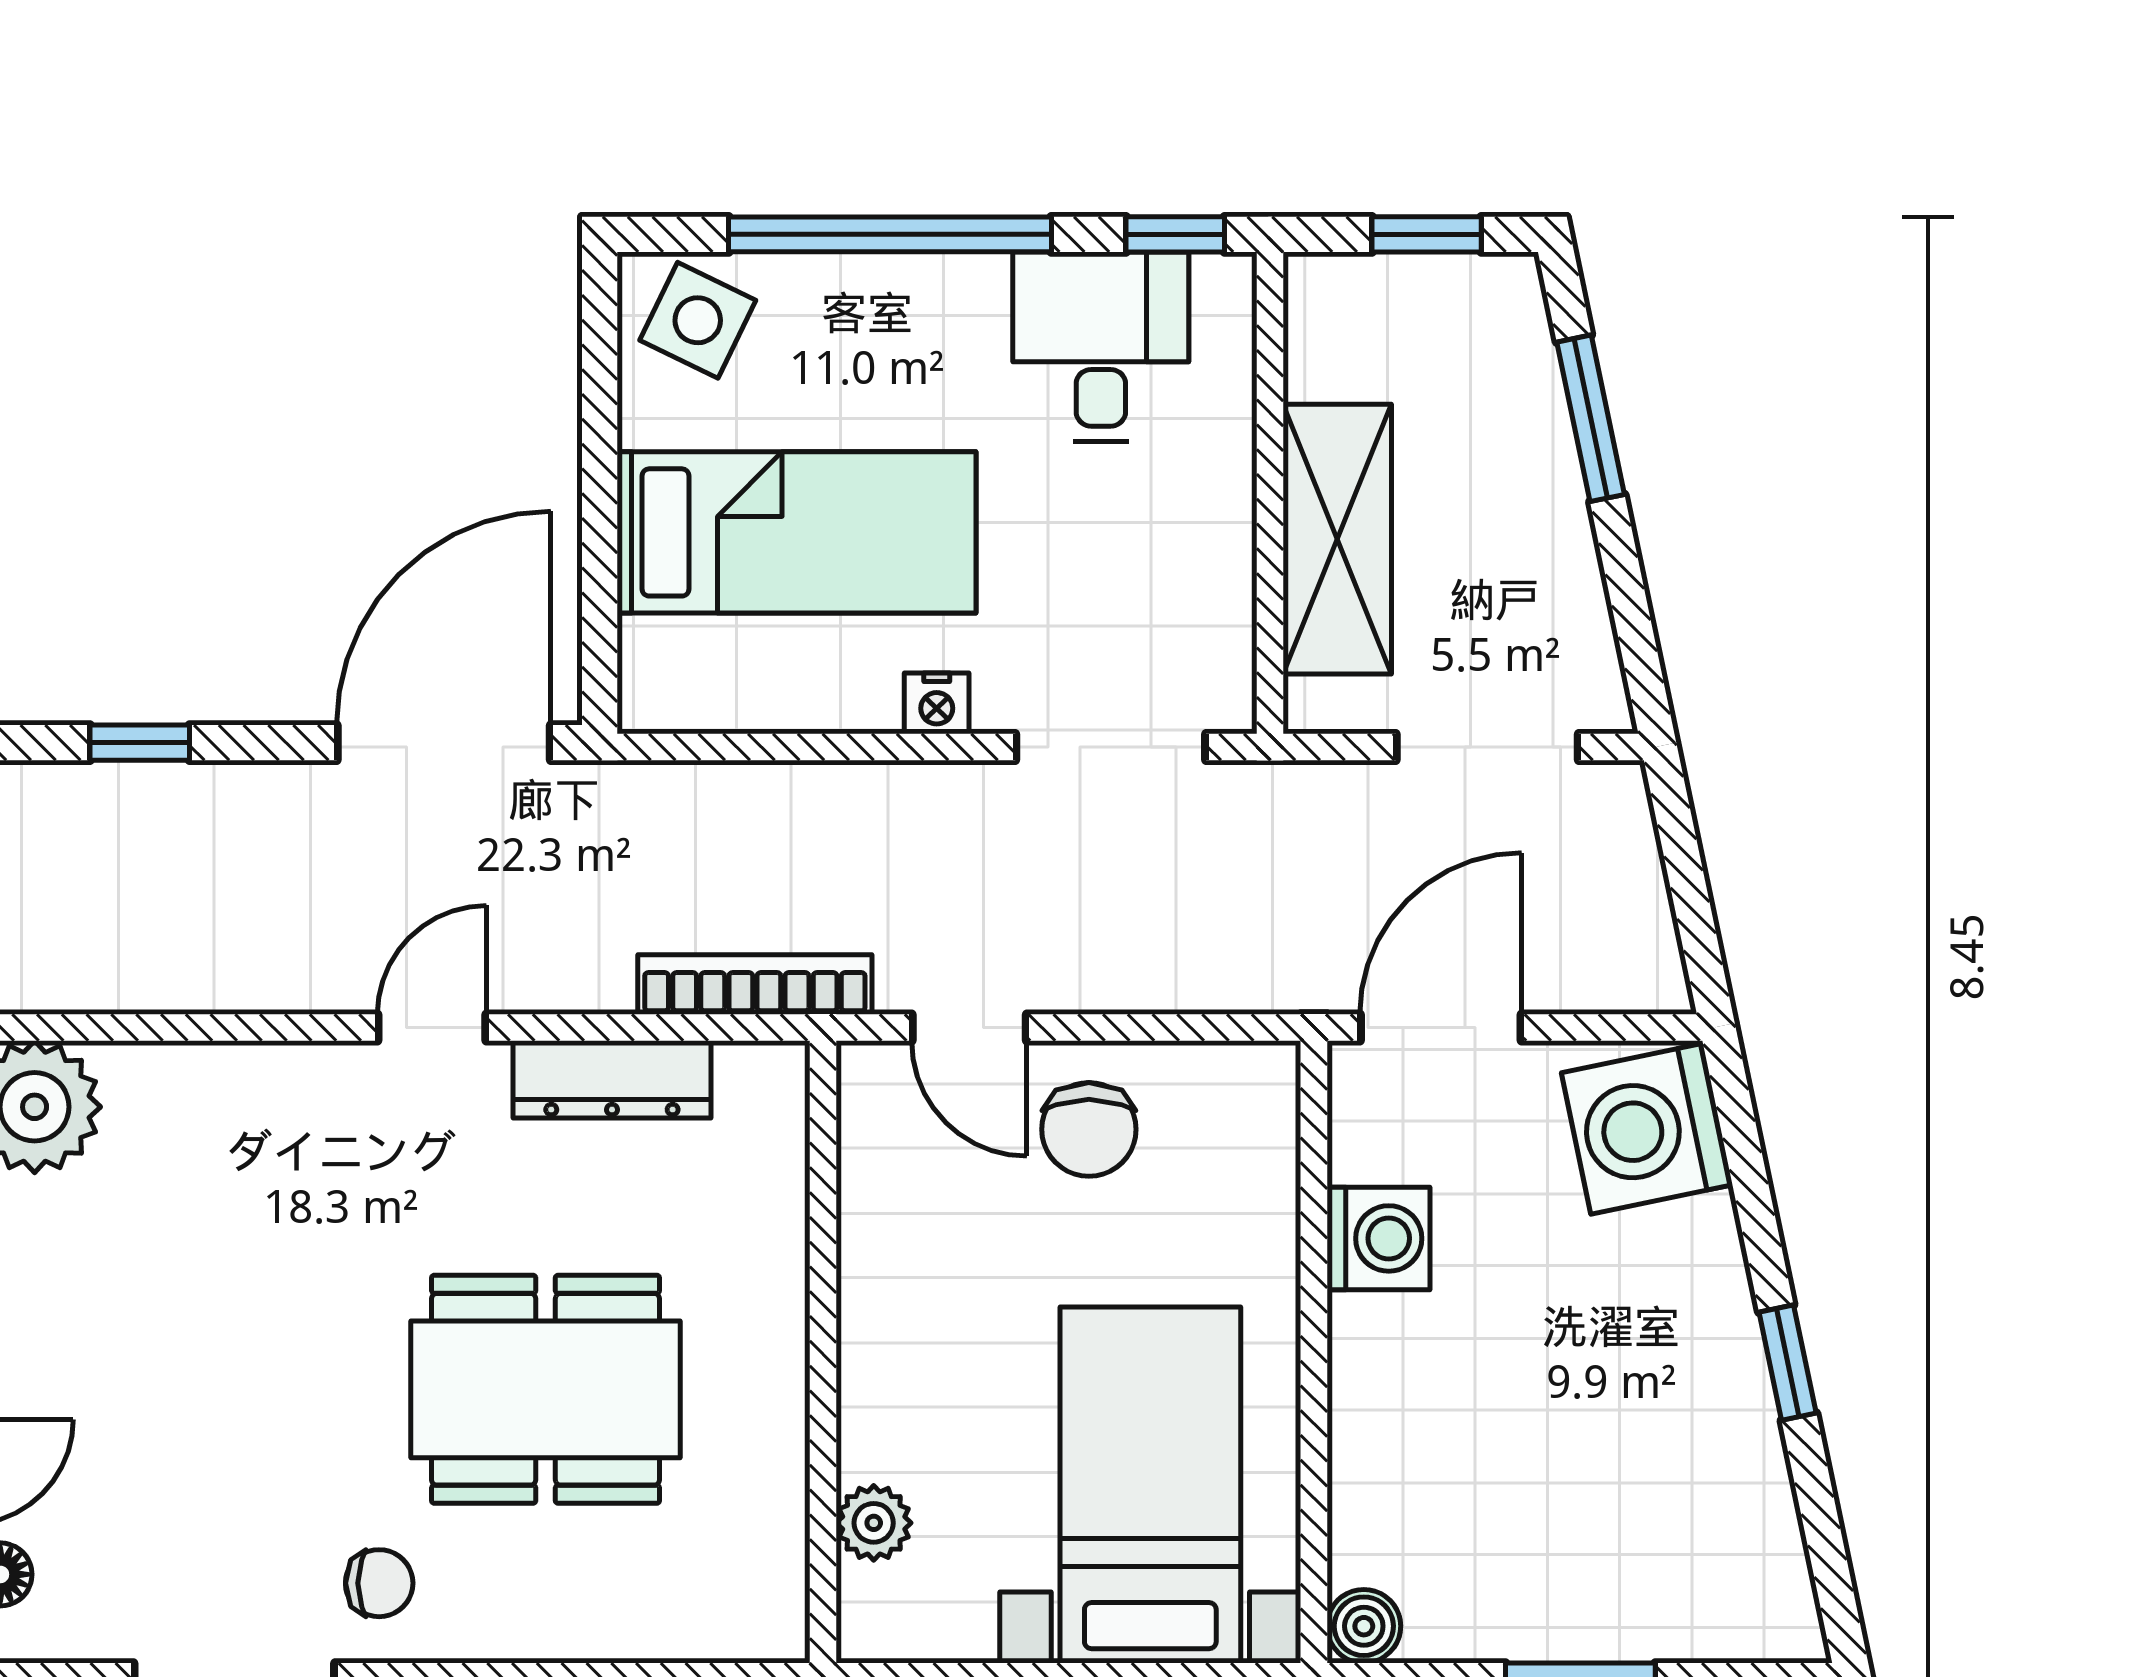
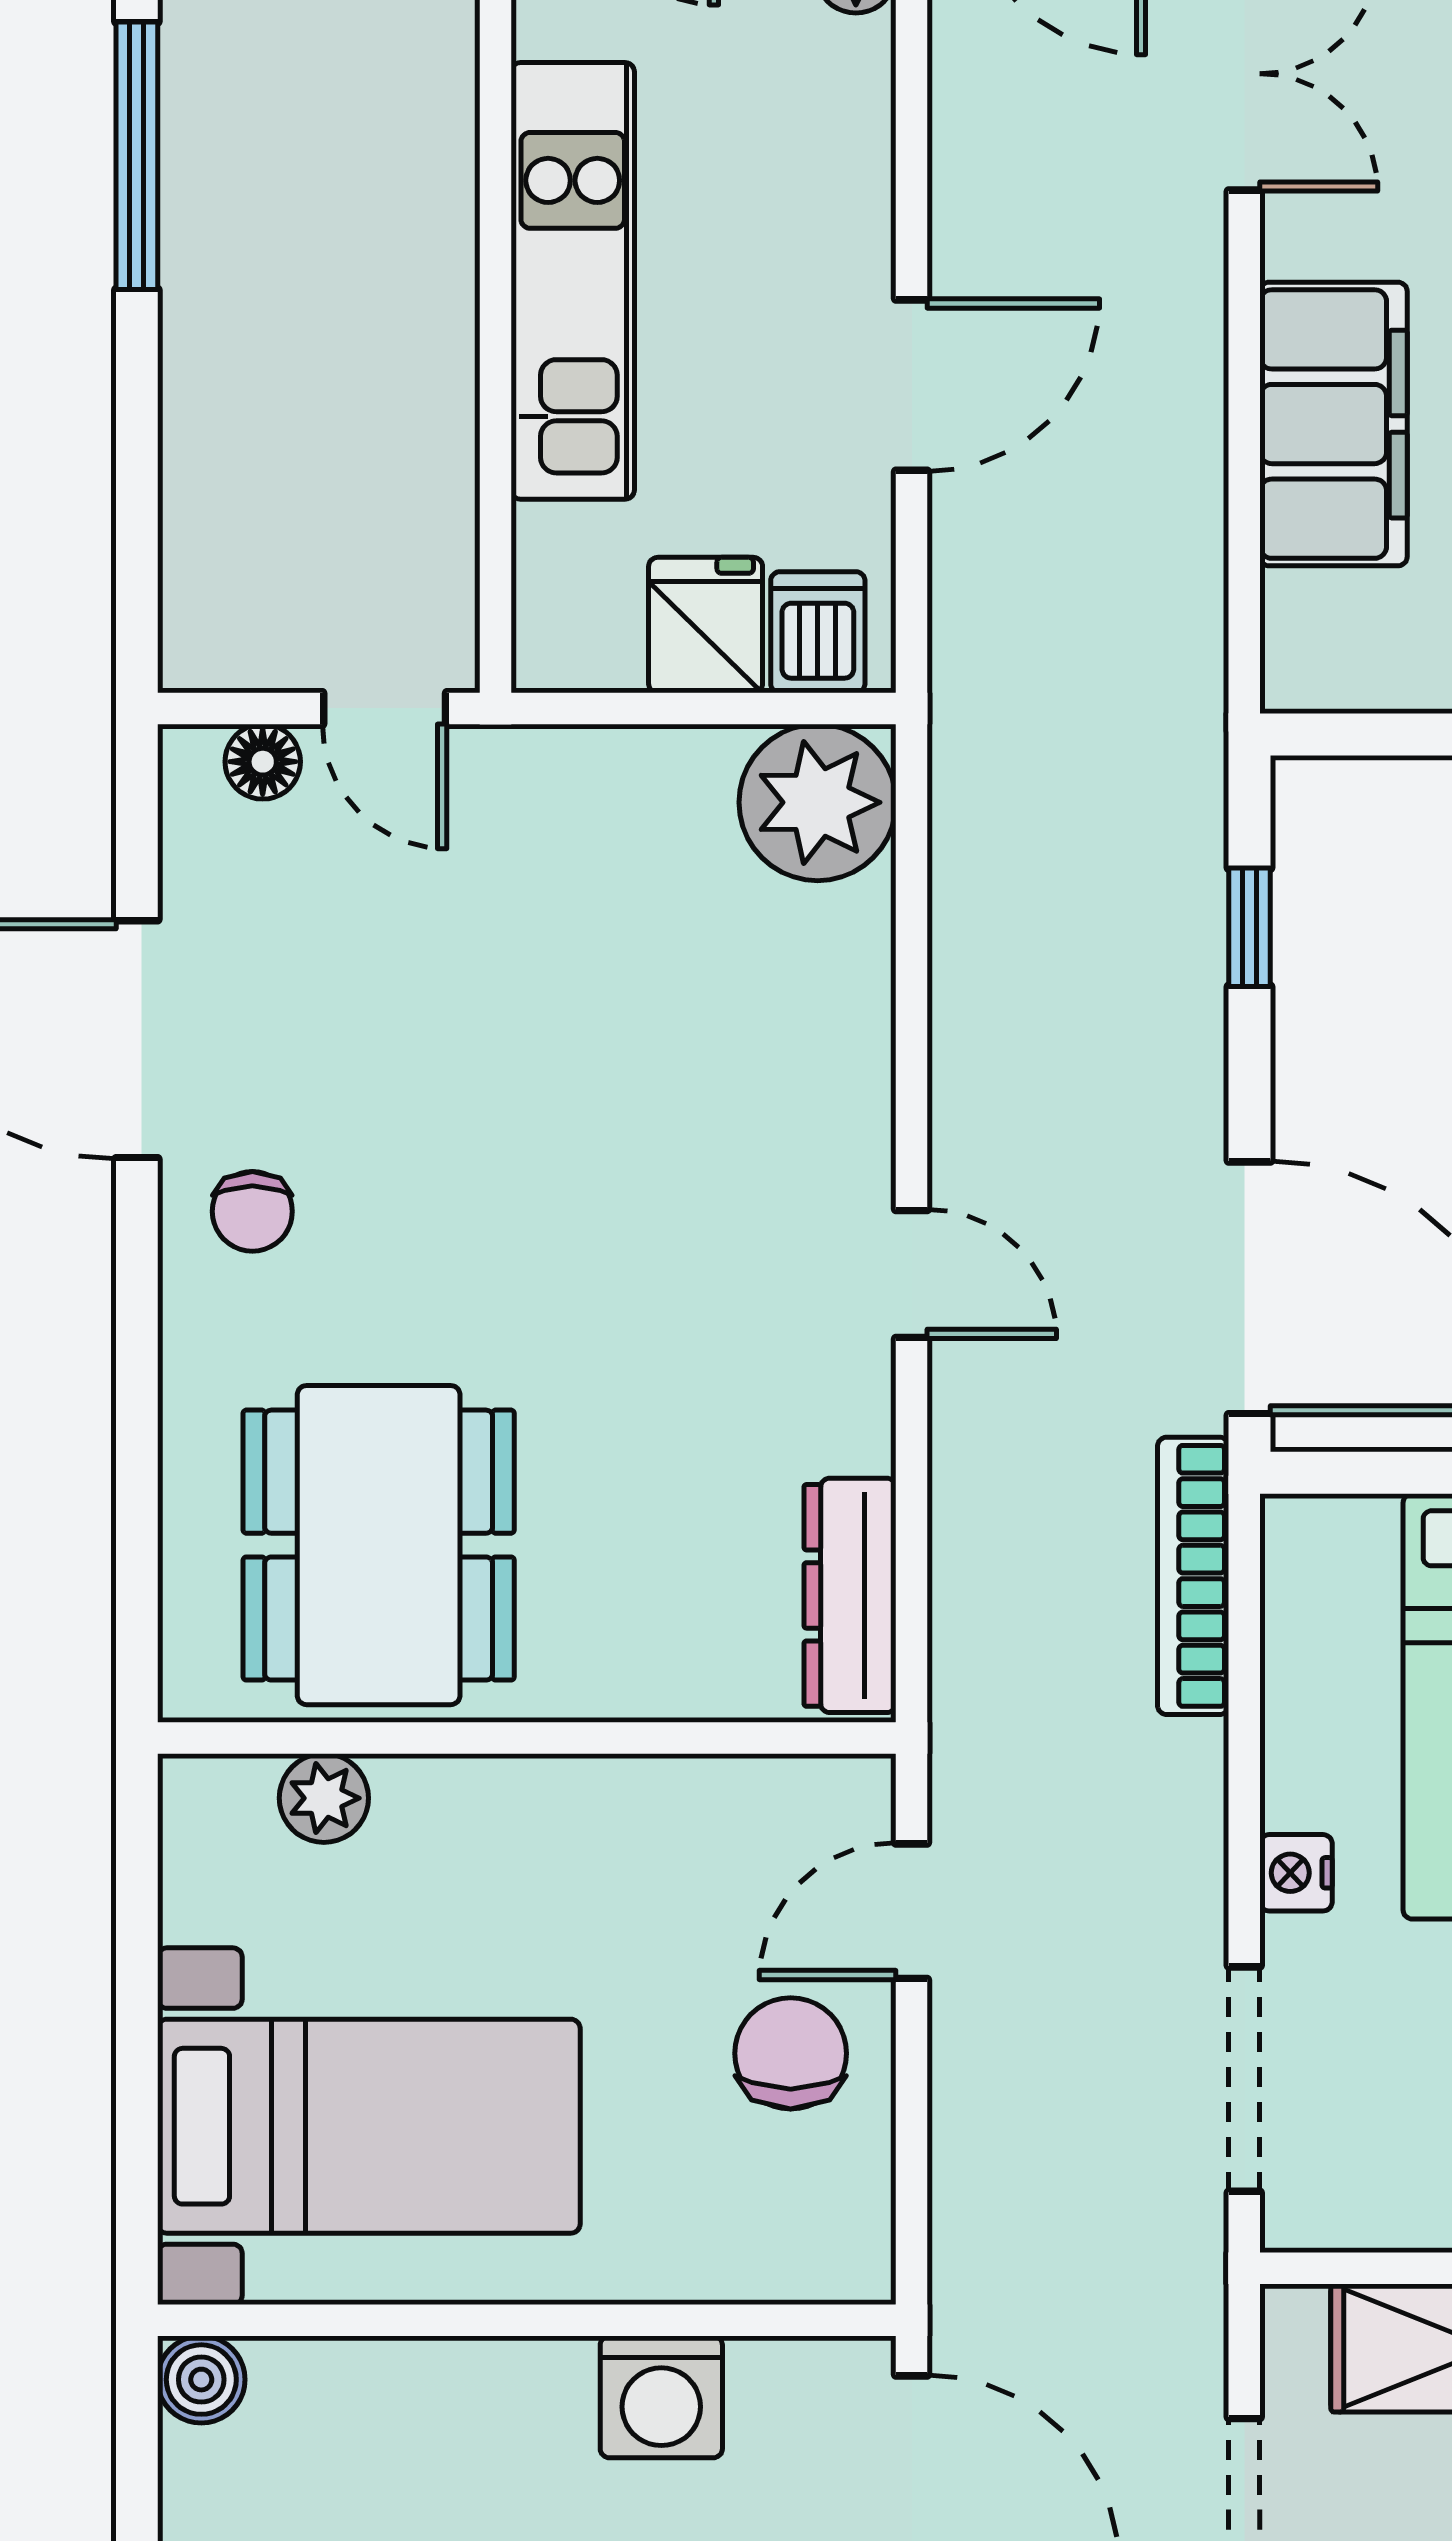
bookcase: (755, 984) -> (1193, 1576), moved, turned 180
dresser: (612, 1079) -> (850, 1595), moved
chair: (1089, 1129) -> (791, 2053), turned 90
dining table: (546, 1389) -> (379, 1545), moved

